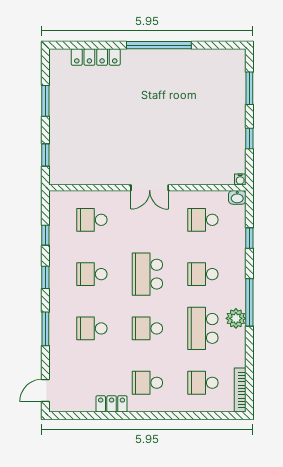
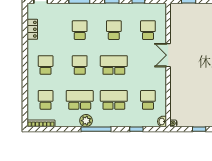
double door: (150, 188) -> (168, 55), moved
school desk: (203, 274) -> (114, 100), width x1.85
locker: (112, 404) -> (32, 29), moved

